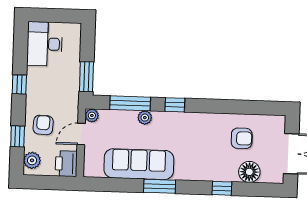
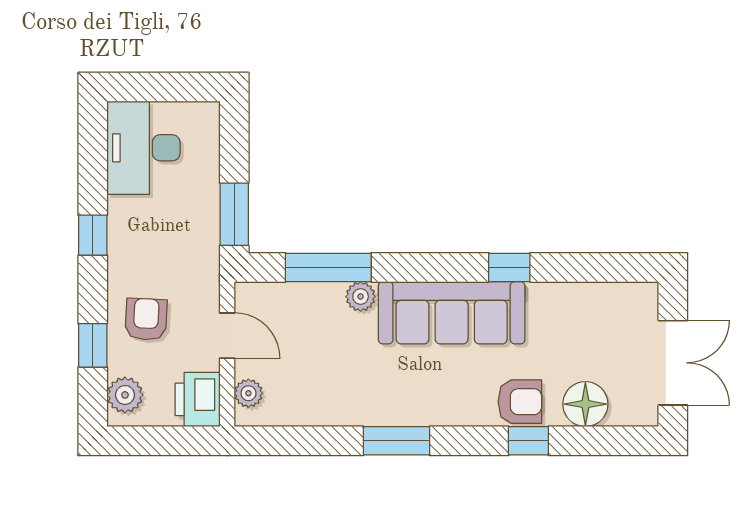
window: (175, 105) -> (509, 267), moved
plant: (92, 115) -> (248, 393), moved
door: (81, 134) -> (227, 336), swing flipped
armchair: (242, 138) -> (520, 402), moved
sofa: (139, 164) -> (452, 313), moved, turned 180

